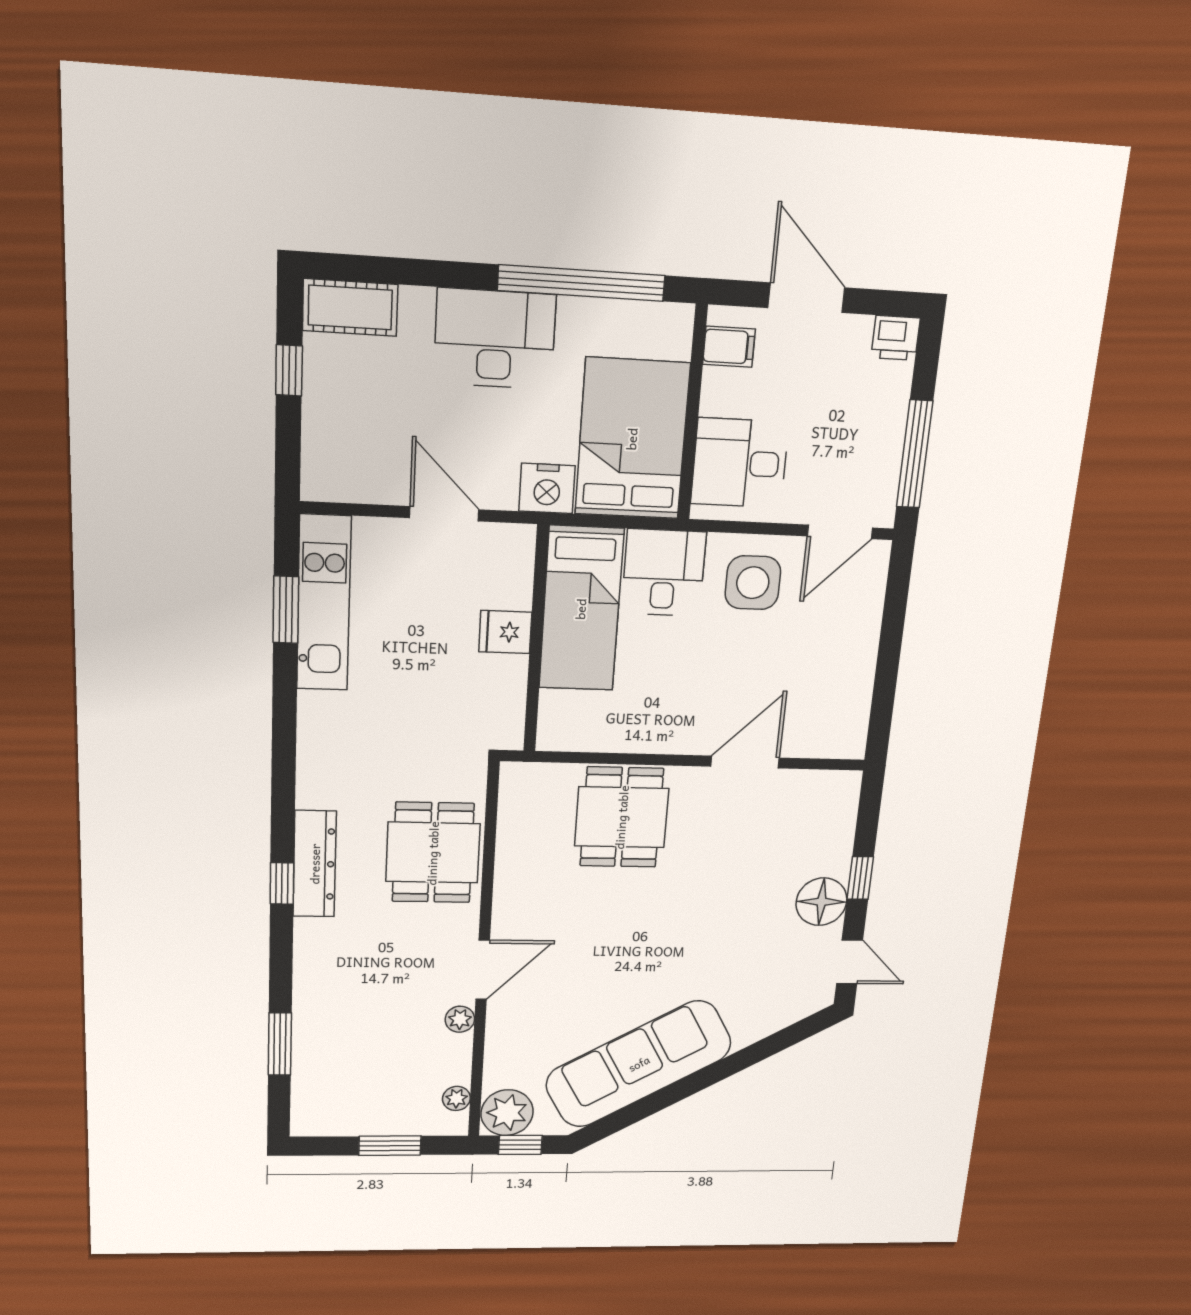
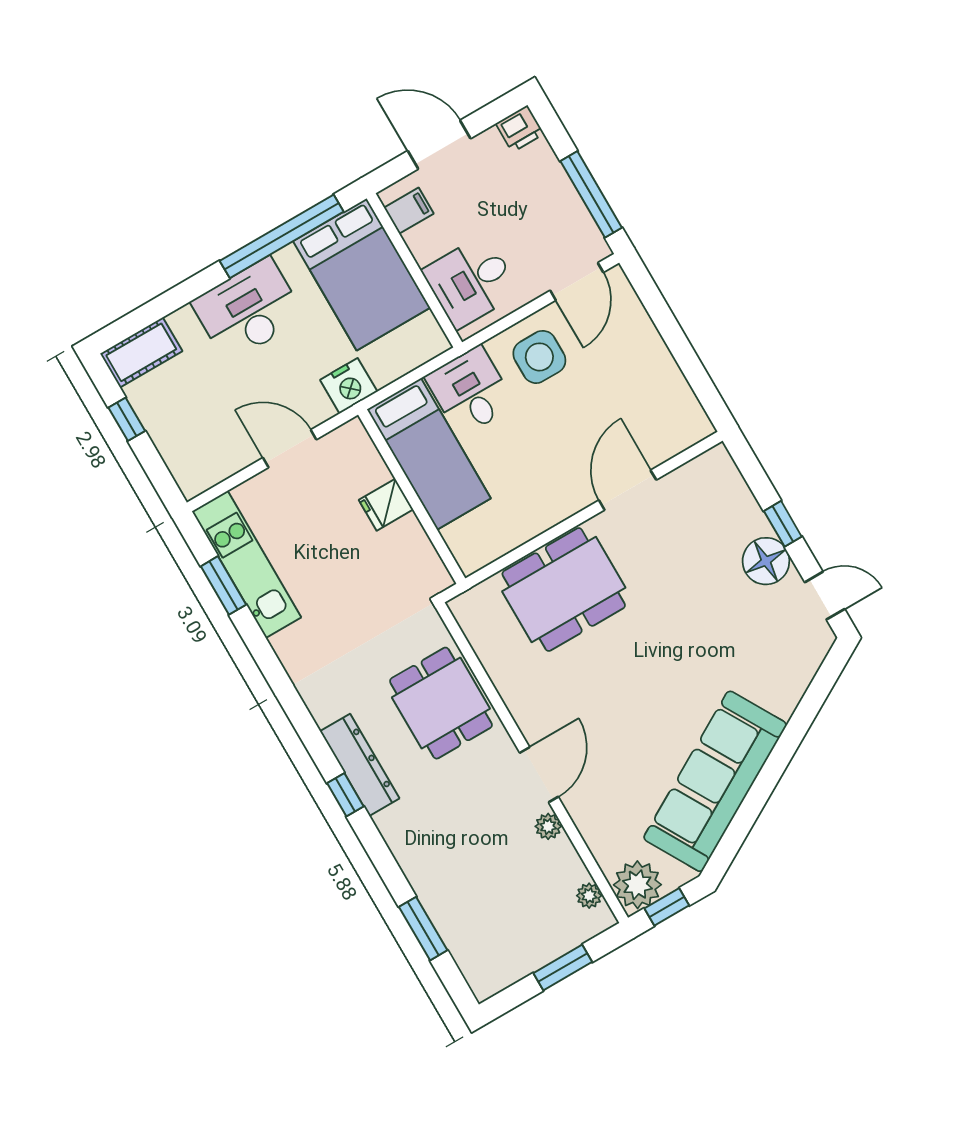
bed: (632, 439) -> (362, 274), moved, turned 180
dining table: (622, 817) -> (564, 590), width x1.37

